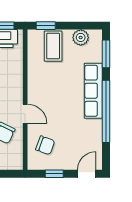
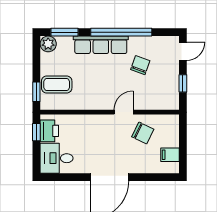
plant: (81, 37) -> (48, 44), moved
chair: (45, 145) -> (140, 65), moved
door: (87, 174) -> (183, 51), swing flipped

